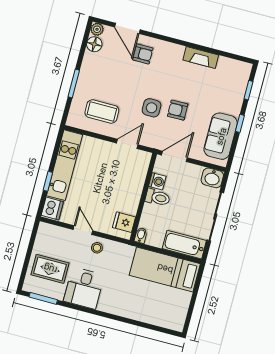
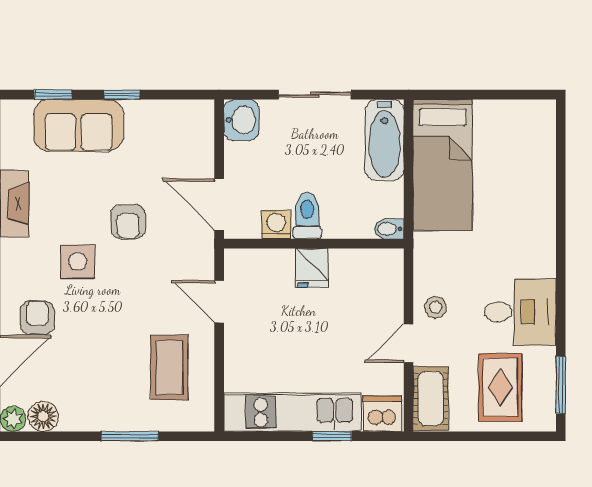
side table: (152, 108) -> (78, 261), moved
sofa: (221, 136) -> (78, 125), moved
sliding door: (215, 217) -> (315, 95), width x0.73
fridge: (124, 222) -> (312, 268), moved
cot: (53, 234) -> (431, 399), added

